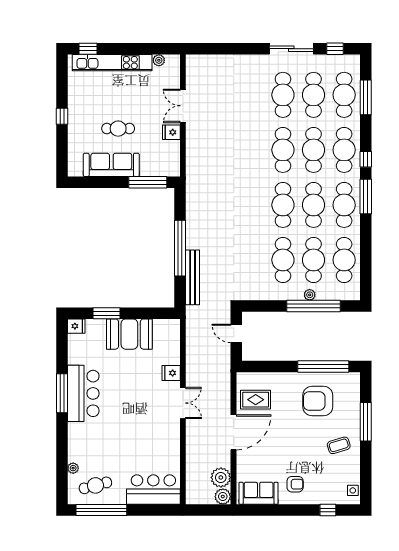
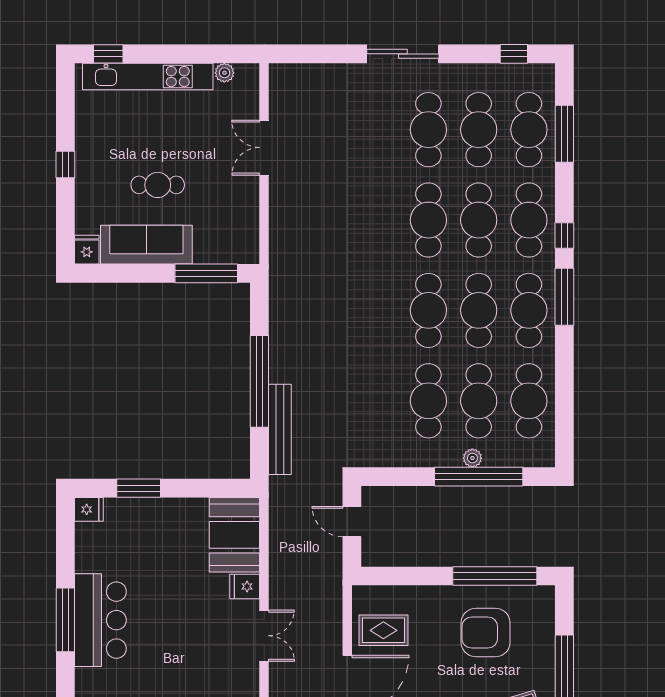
sliding door: (291, 49) -> (403, 54), moved
fridge: (171, 132) -> (87, 250), moved, turned 90
booth: (129, 334) -> (234, 535), moved, turned 90

